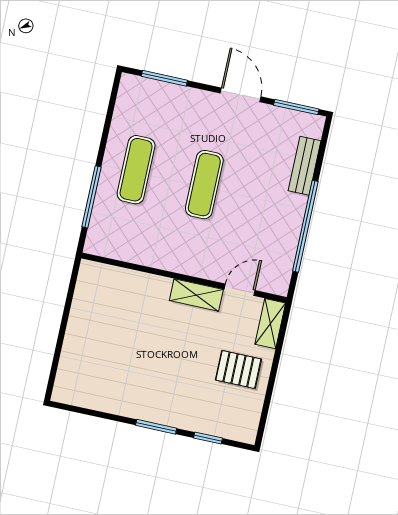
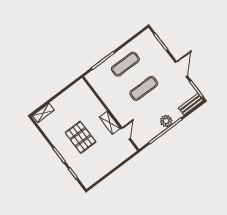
bench: (305, 166) -> (191, 104), moved
plant: (292, 208) -> (166, 121), added
door: (240, 290) -> (126, 133), hinge flipped
shelving: (270, 324) -> (43, 113), moved
pallet: (238, 369) -> (80, 137), moved, width x1.50, depth x1.42

